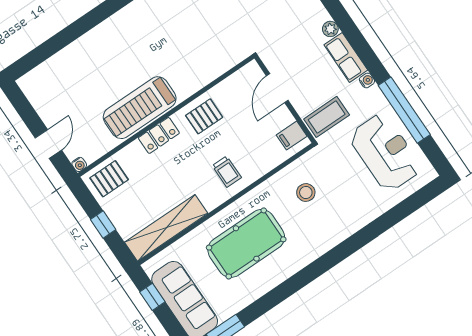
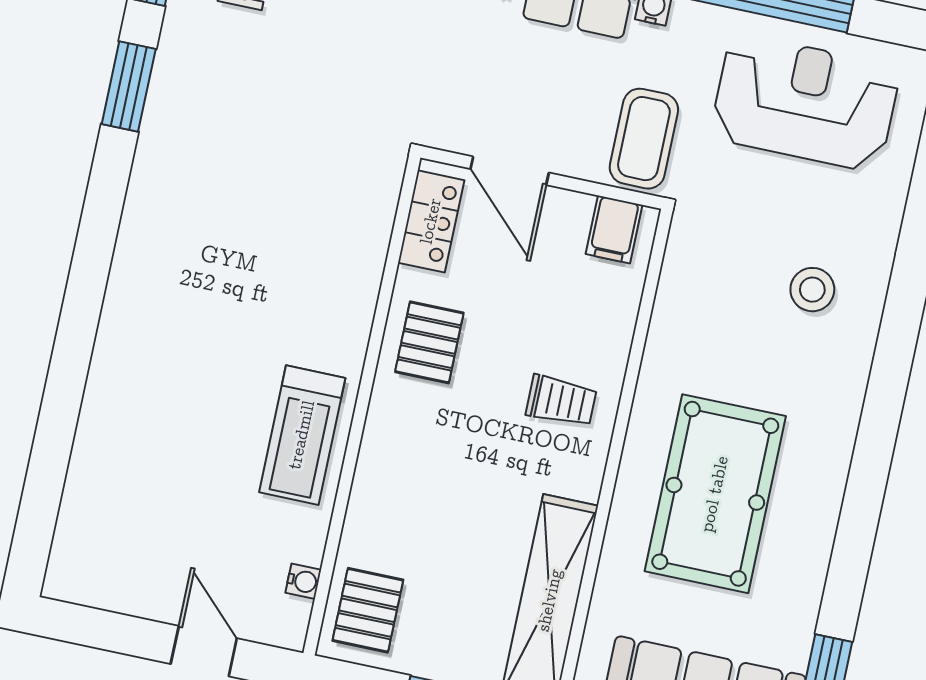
treadmill: (140, 108) -> (302, 435), width x0.73, depth x0.73
locker: (159, 135) -> (431, 221), moved
water cooler: (79, 164) -> (303, 581), moved
stool: (306, 193) -> (812, 290), moved

